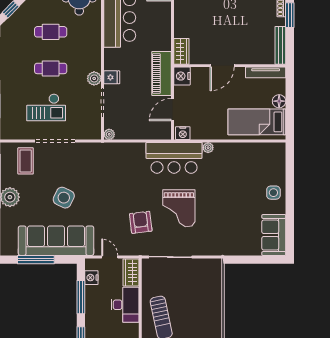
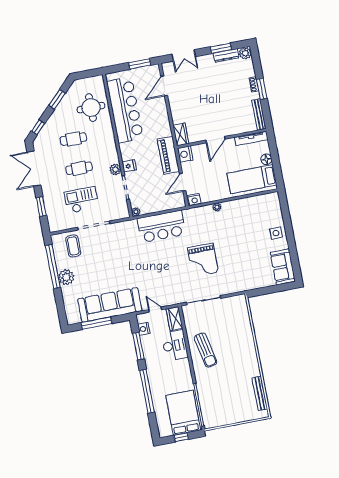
checkout: (46, 107) -> (81, 200), turned 180
bar counter: (174, 158) -> (161, 226), moved
side table: (64, 198) -> (109, 269), removed
armchair: (141, 222) -> (175, 277), removed

